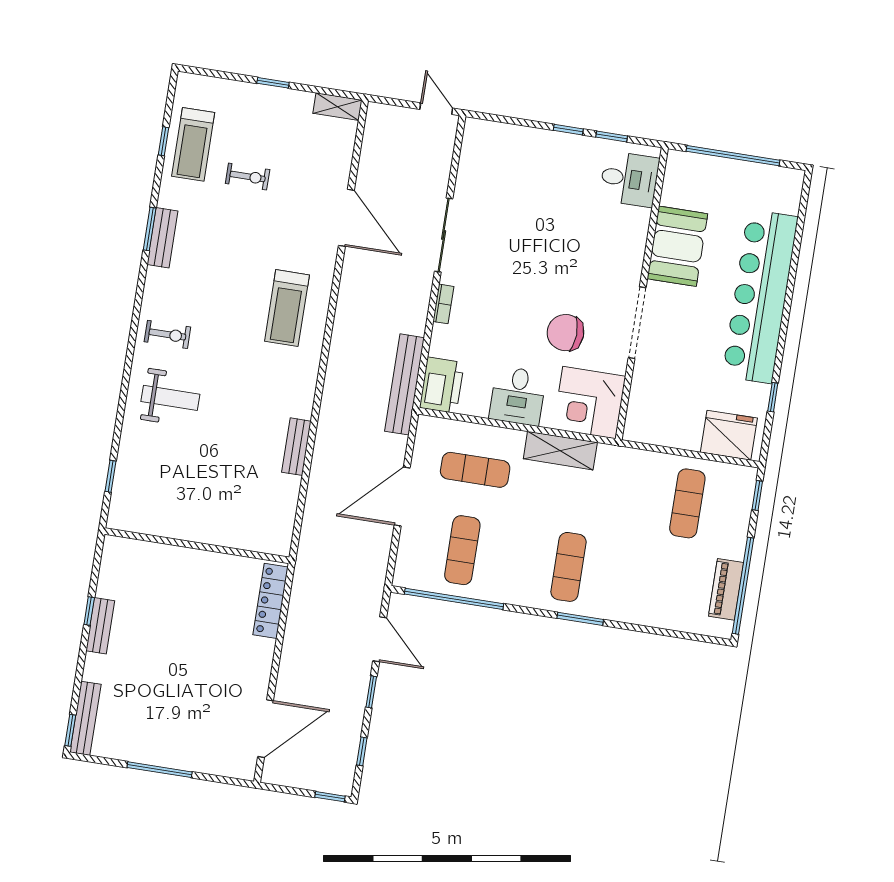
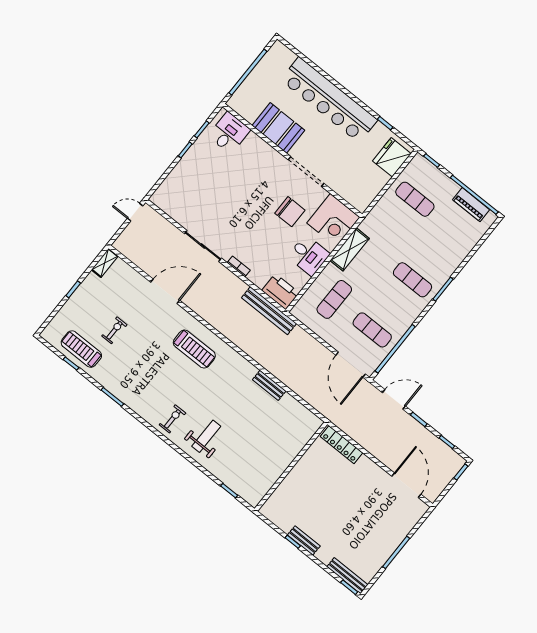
treadmill: (193, 144) -> (81, 349), turned 180
bench: (162, 238) -> (121, 393), removed
chair: (565, 333) -> (290, 212), turned -92
door: (402, 497) -> (351, 365), moved

